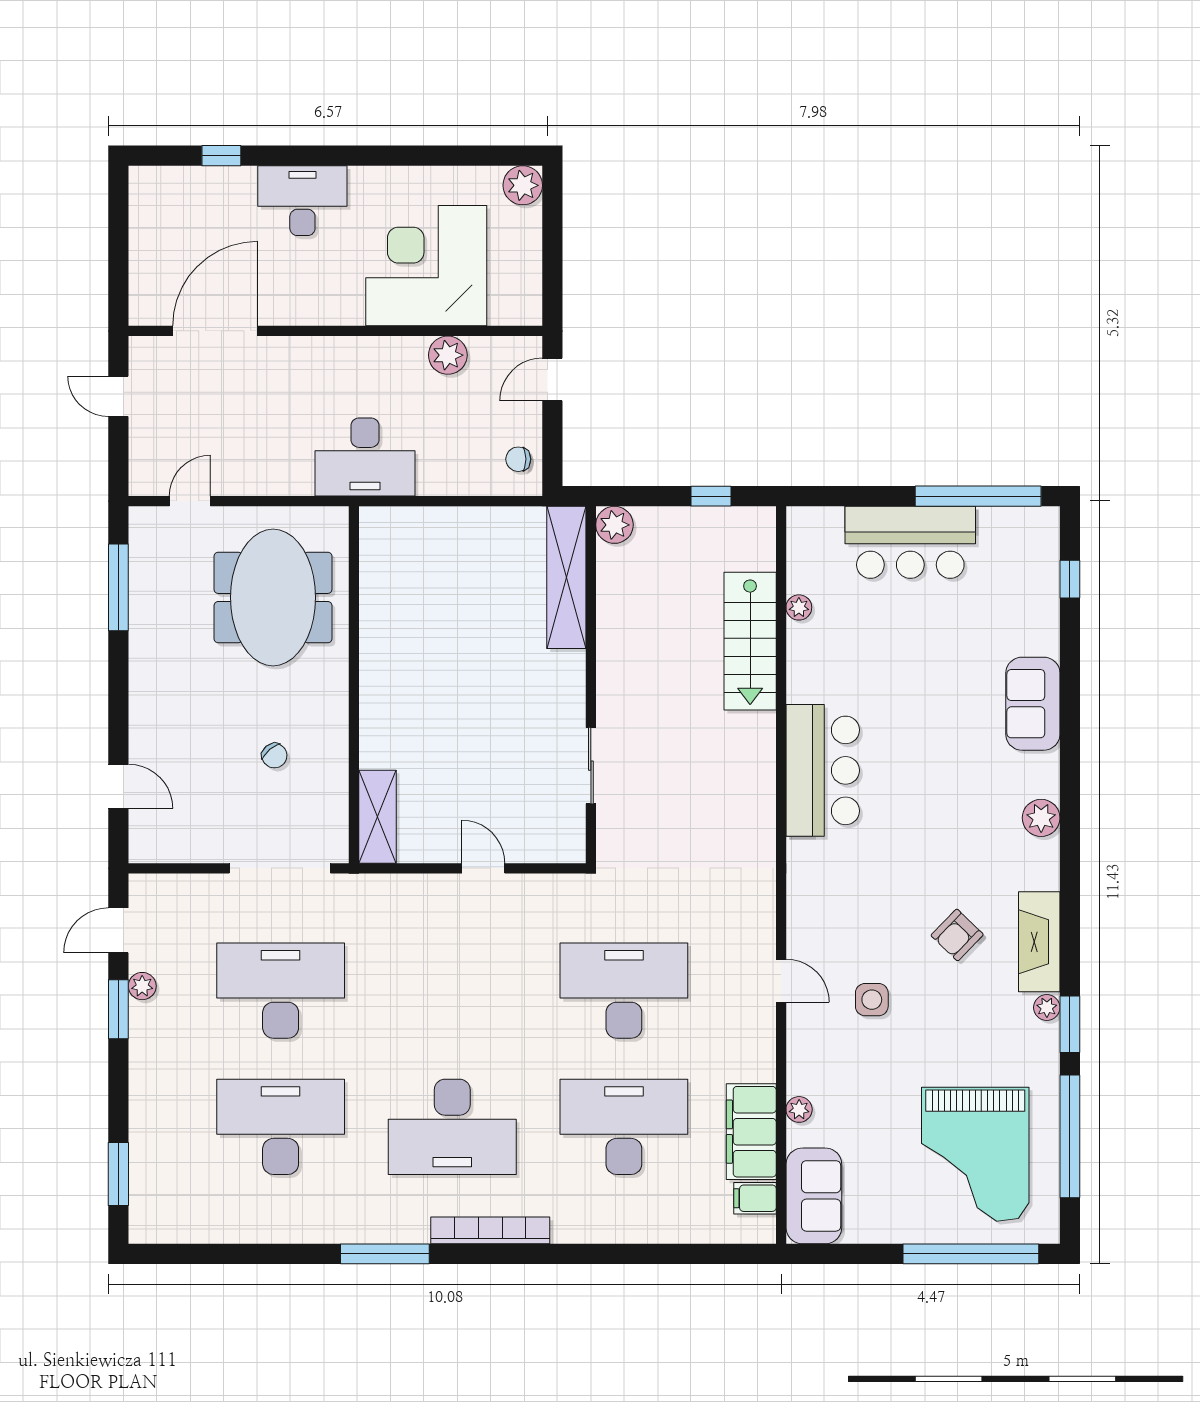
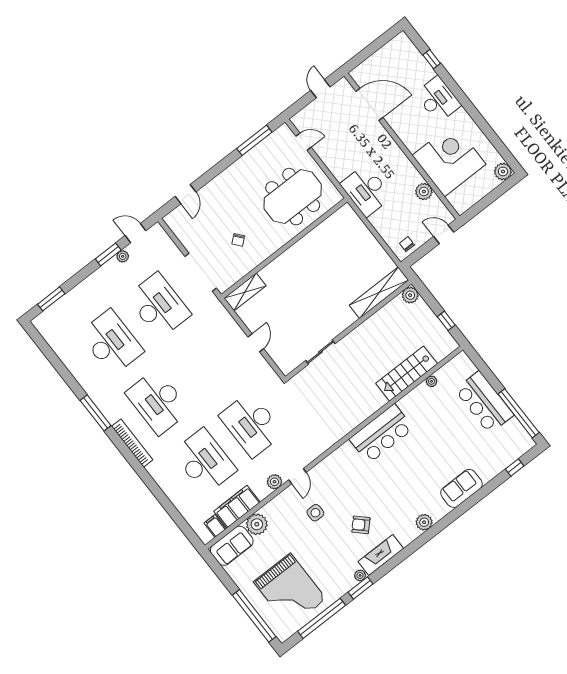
desk: (624, 991) -> (251, 424), turned 180
plant: (759, 1030) -> (274, 482), added
plant: (799, 1109) -> (257, 524), width x1.88, depth x1.88
grand piano: (975, 1154) -> (290, 590), turned -90

